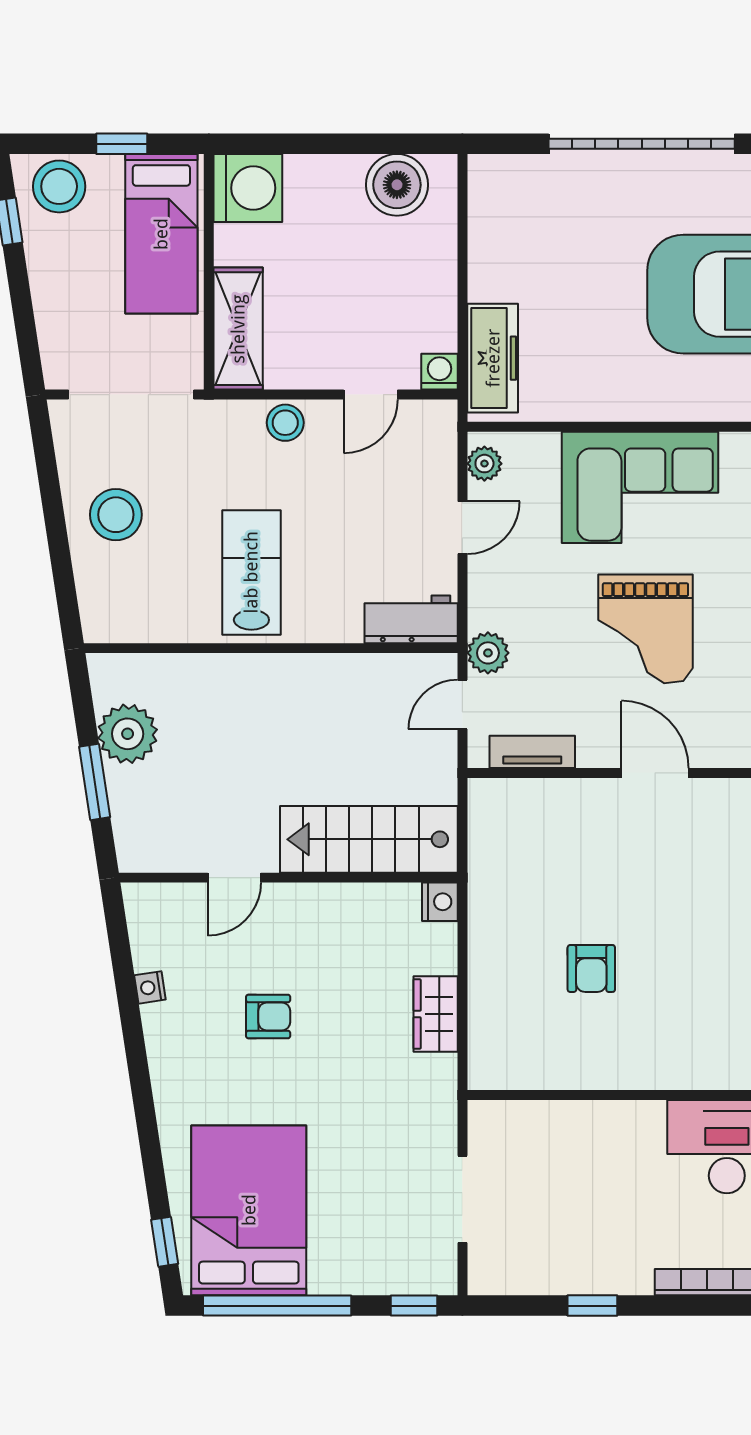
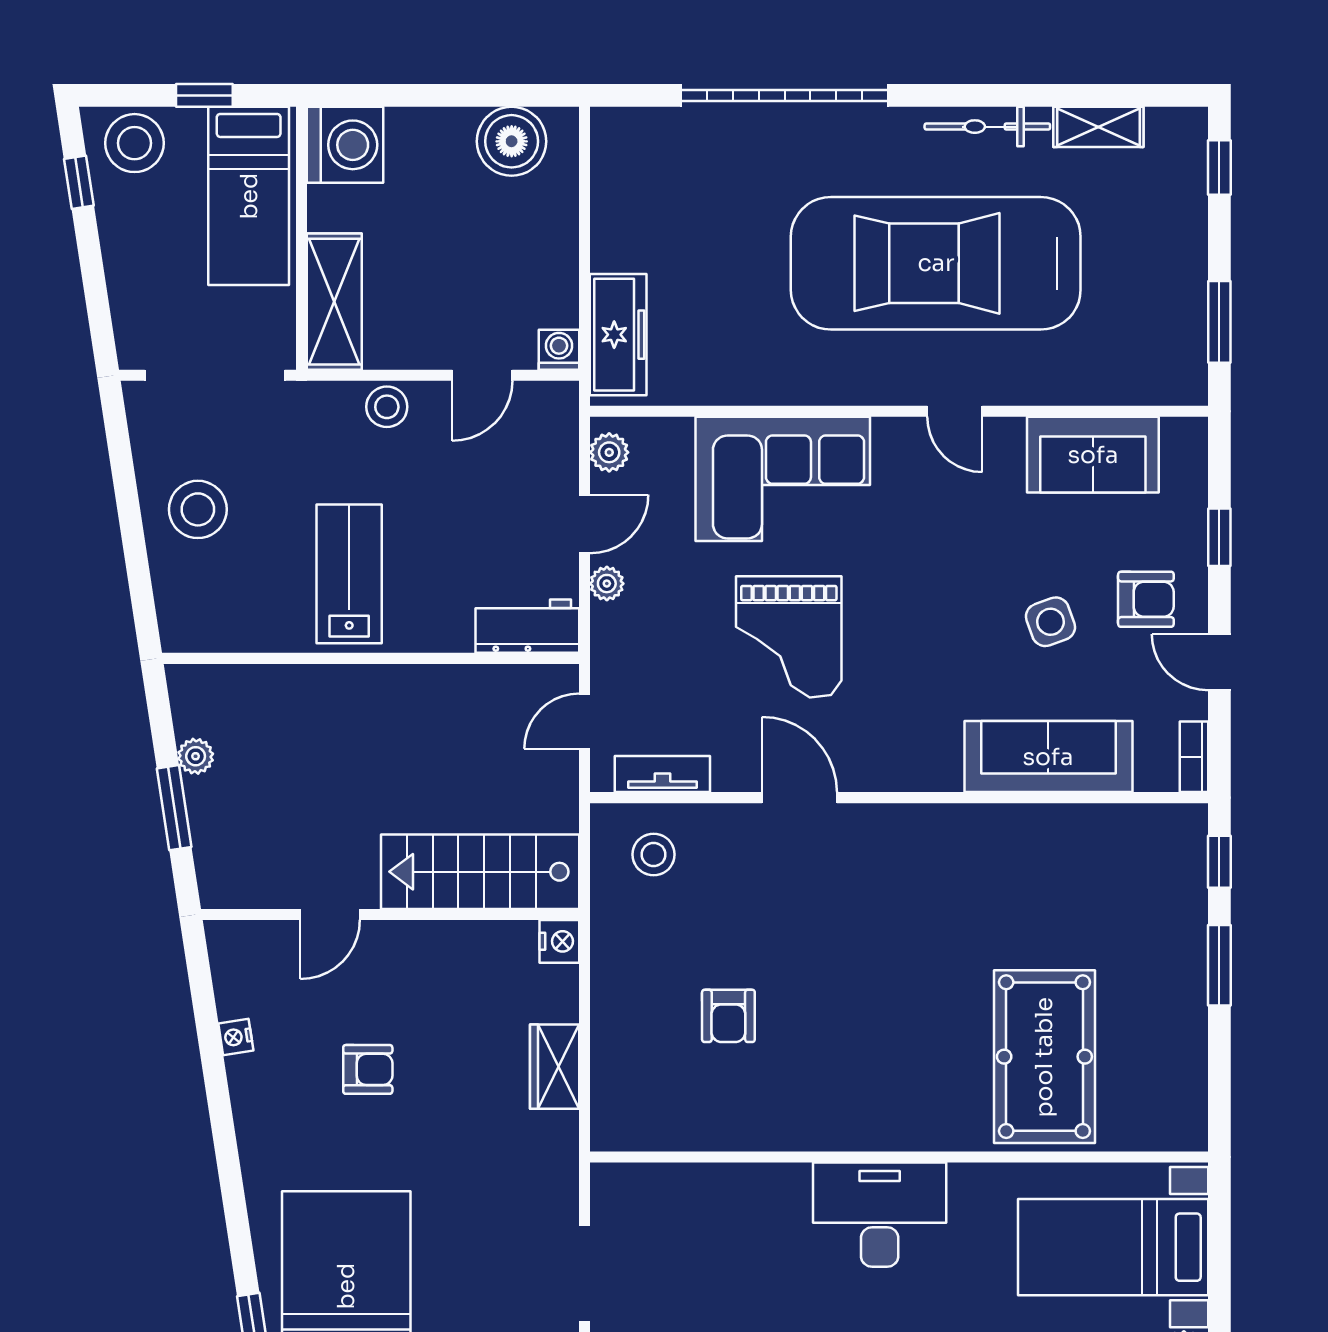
plant: (488, 653) -> (607, 584), moved, width x0.73, depth x0.73
plant: (128, 734) -> (196, 756), width x0.53, depth x0.53
stool: (524, 824) -> (654, 854), added

